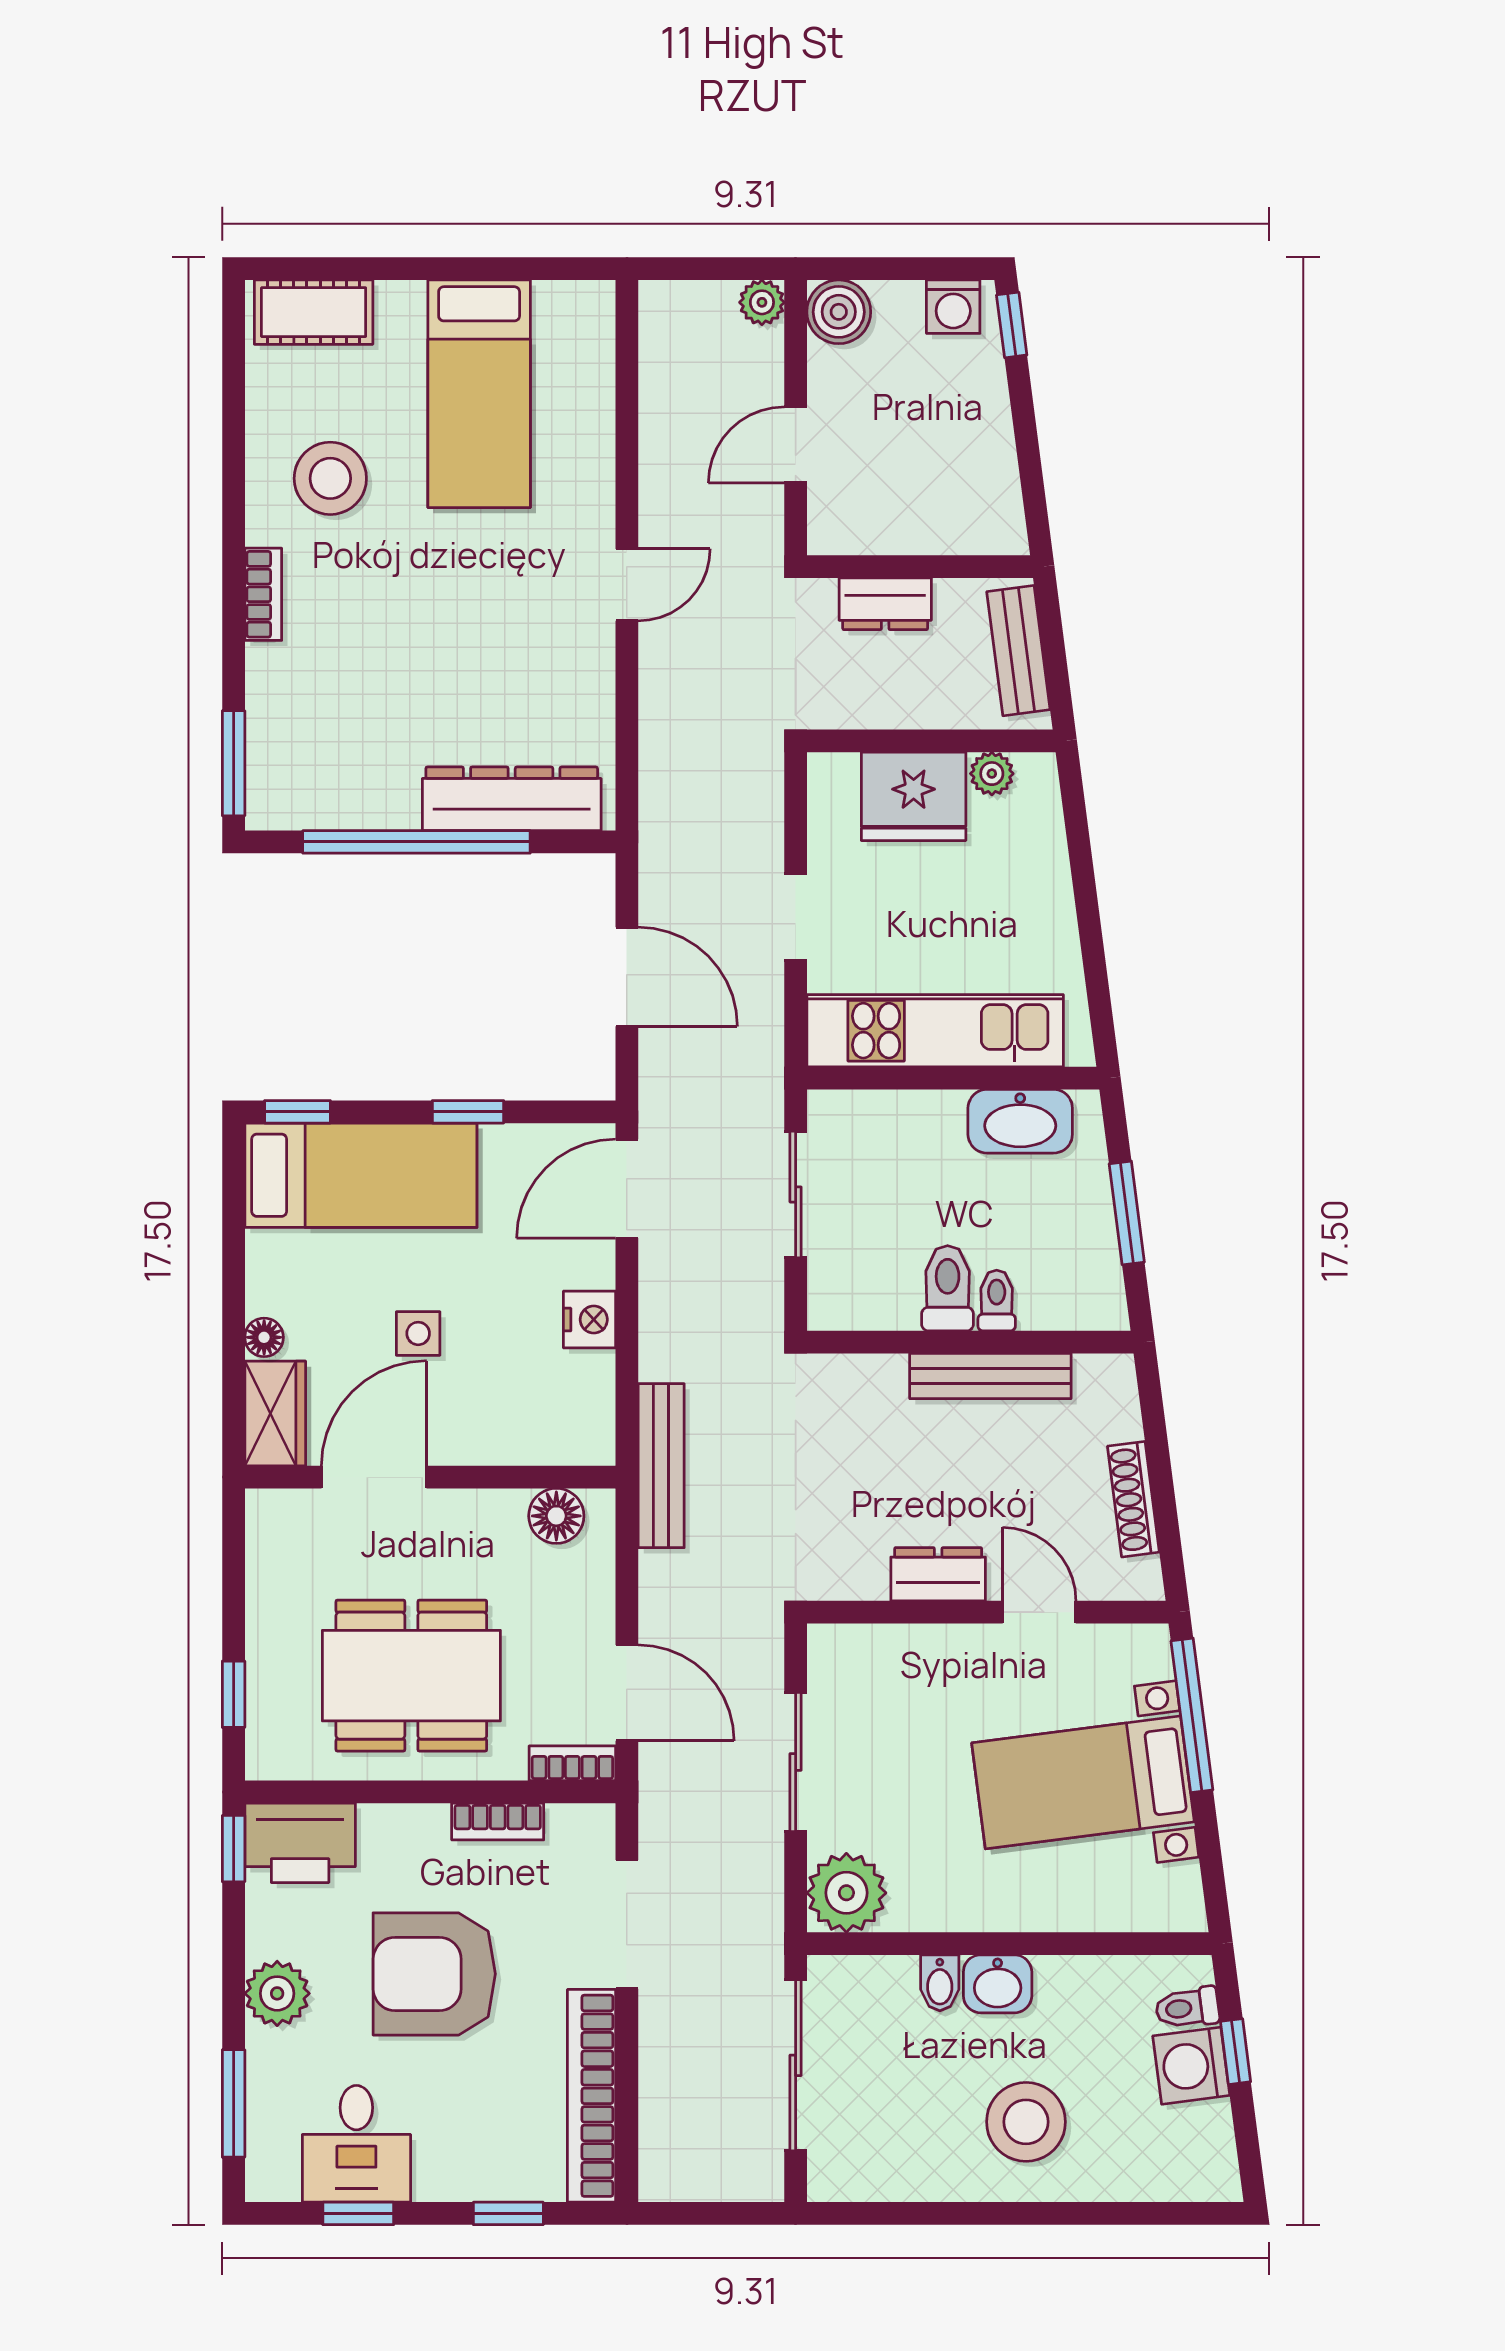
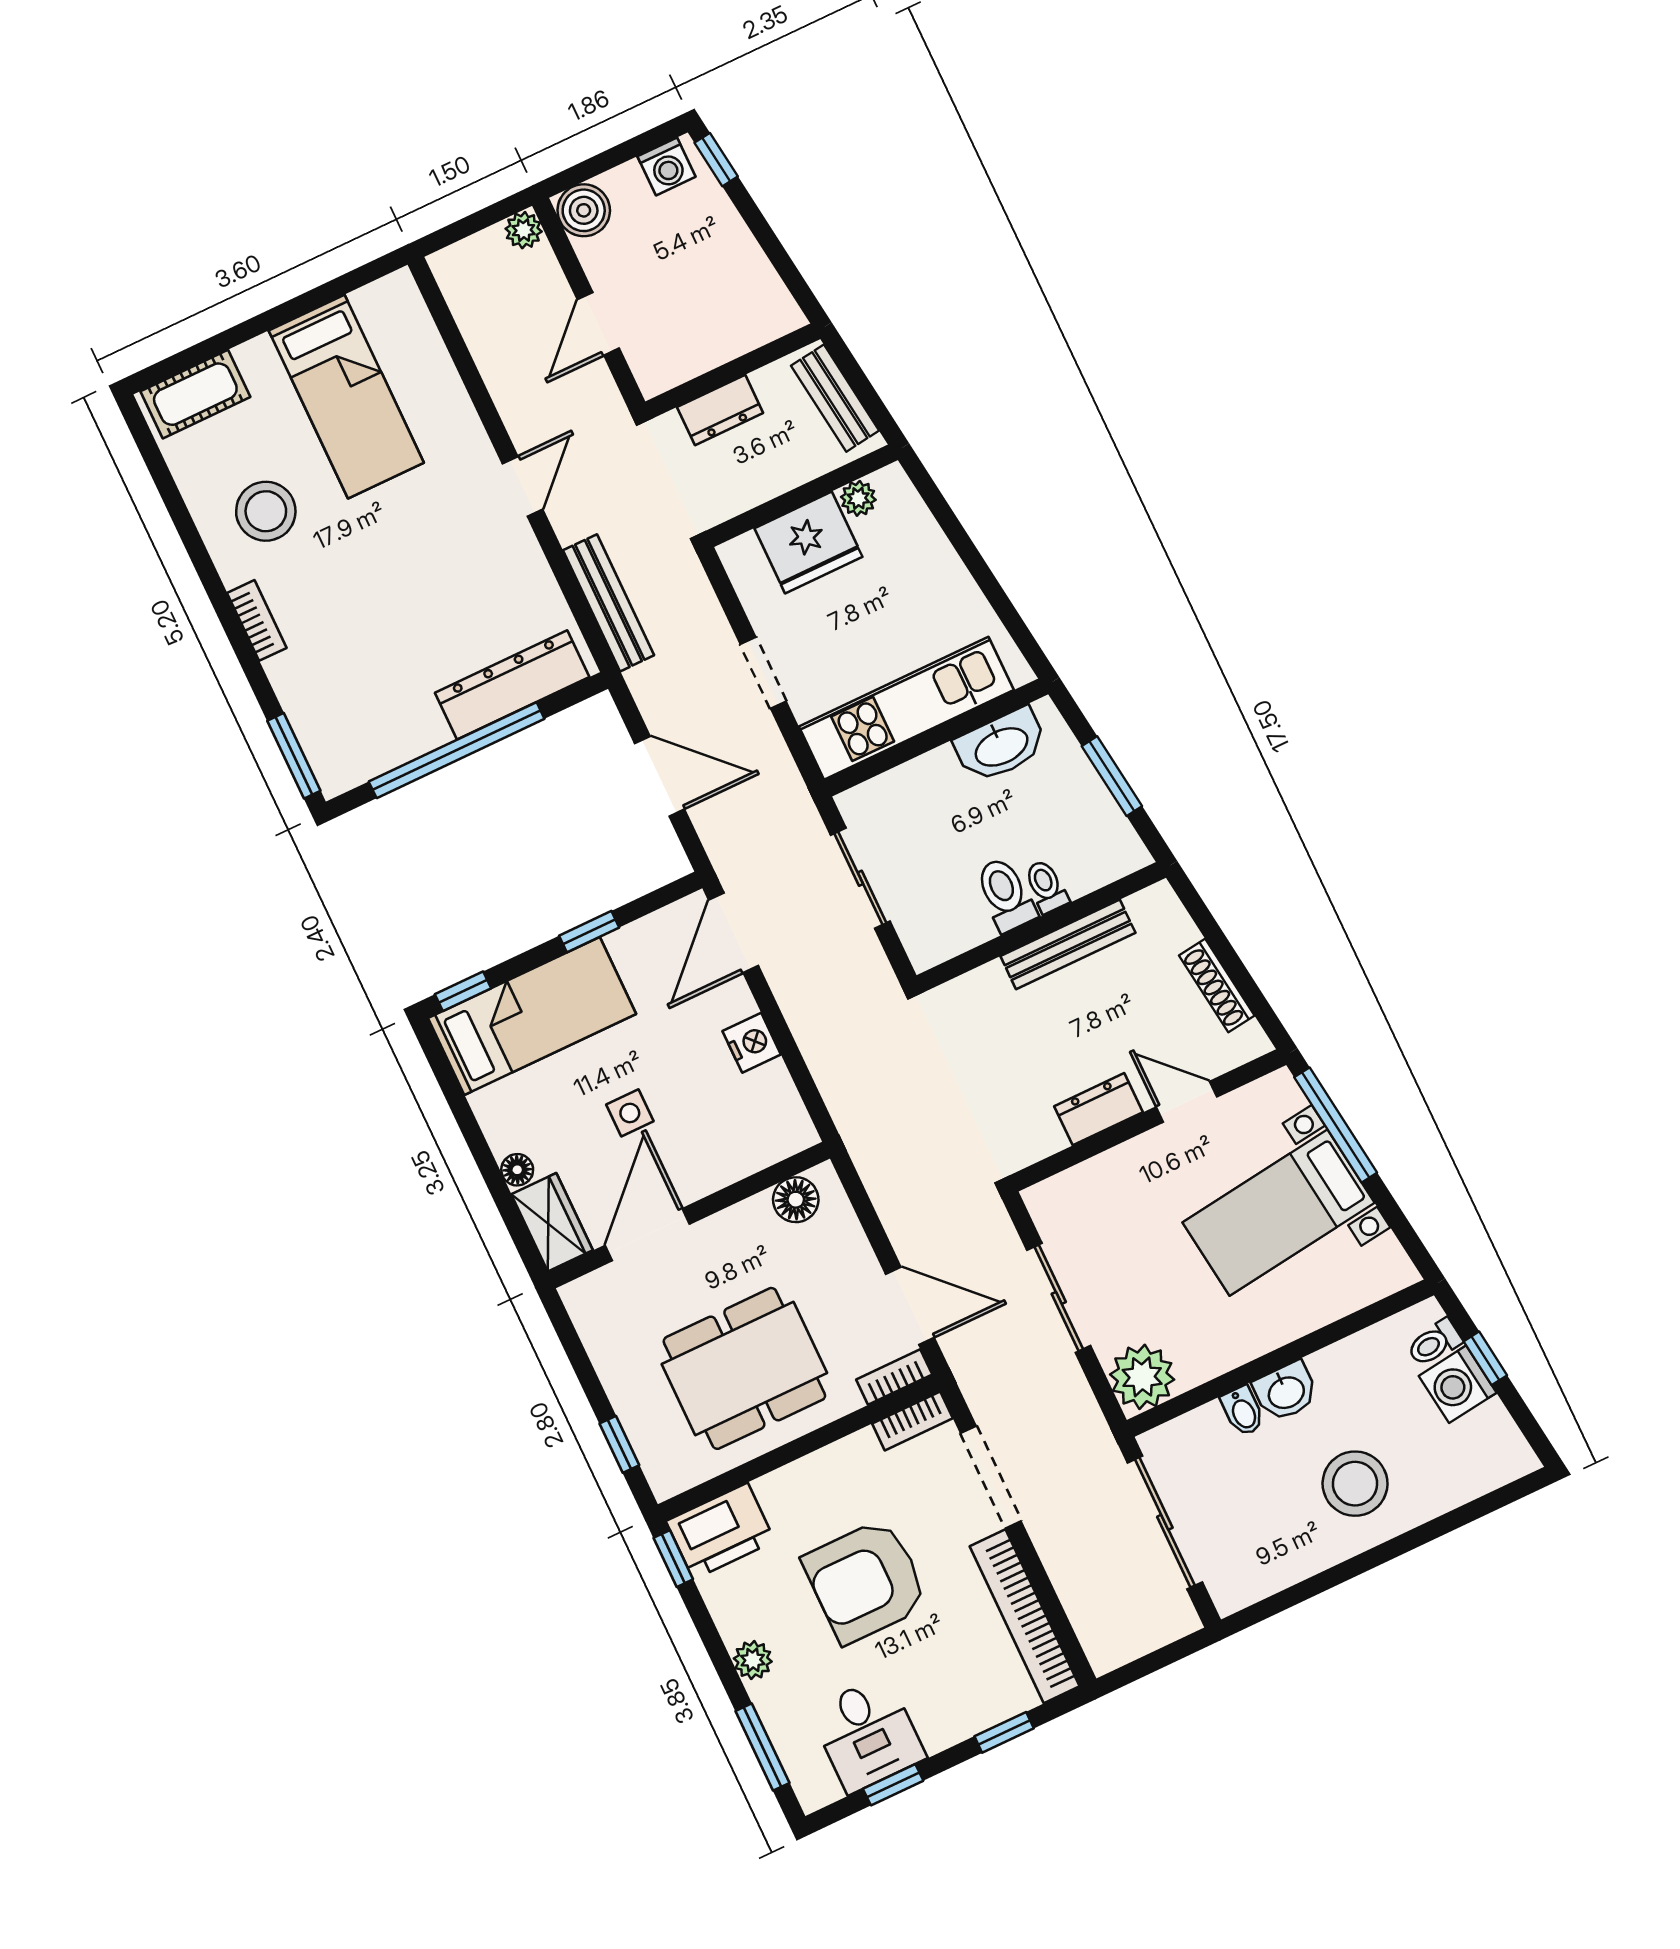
bench: (661, 1466) -> (609, 603), moved
bookcase: (498, 1822) -> (913, 1421), moved
plant: (277, 1993) -> (753, 1660), width x0.73, depth x0.73

